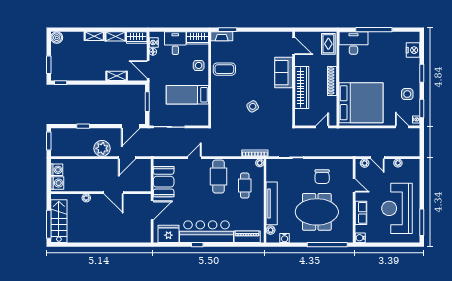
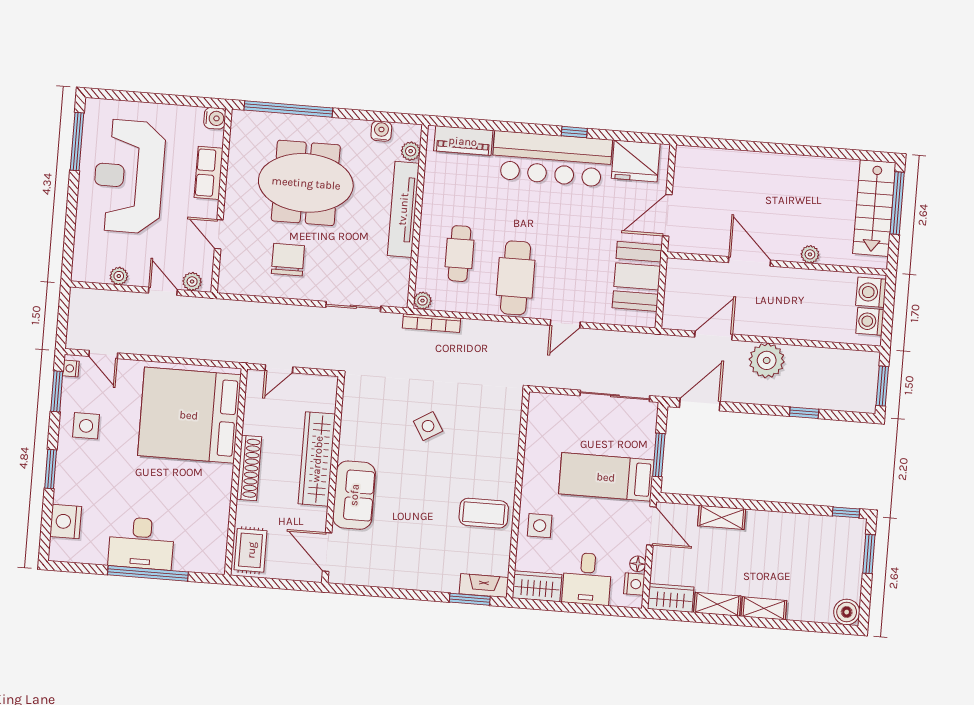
desk: (353, 43) -> (141, 543), moved
bed: (187, 95) -> (606, 477), moved, turned 180
reception desk: (397, 208) -> (129, 176), turned 180

